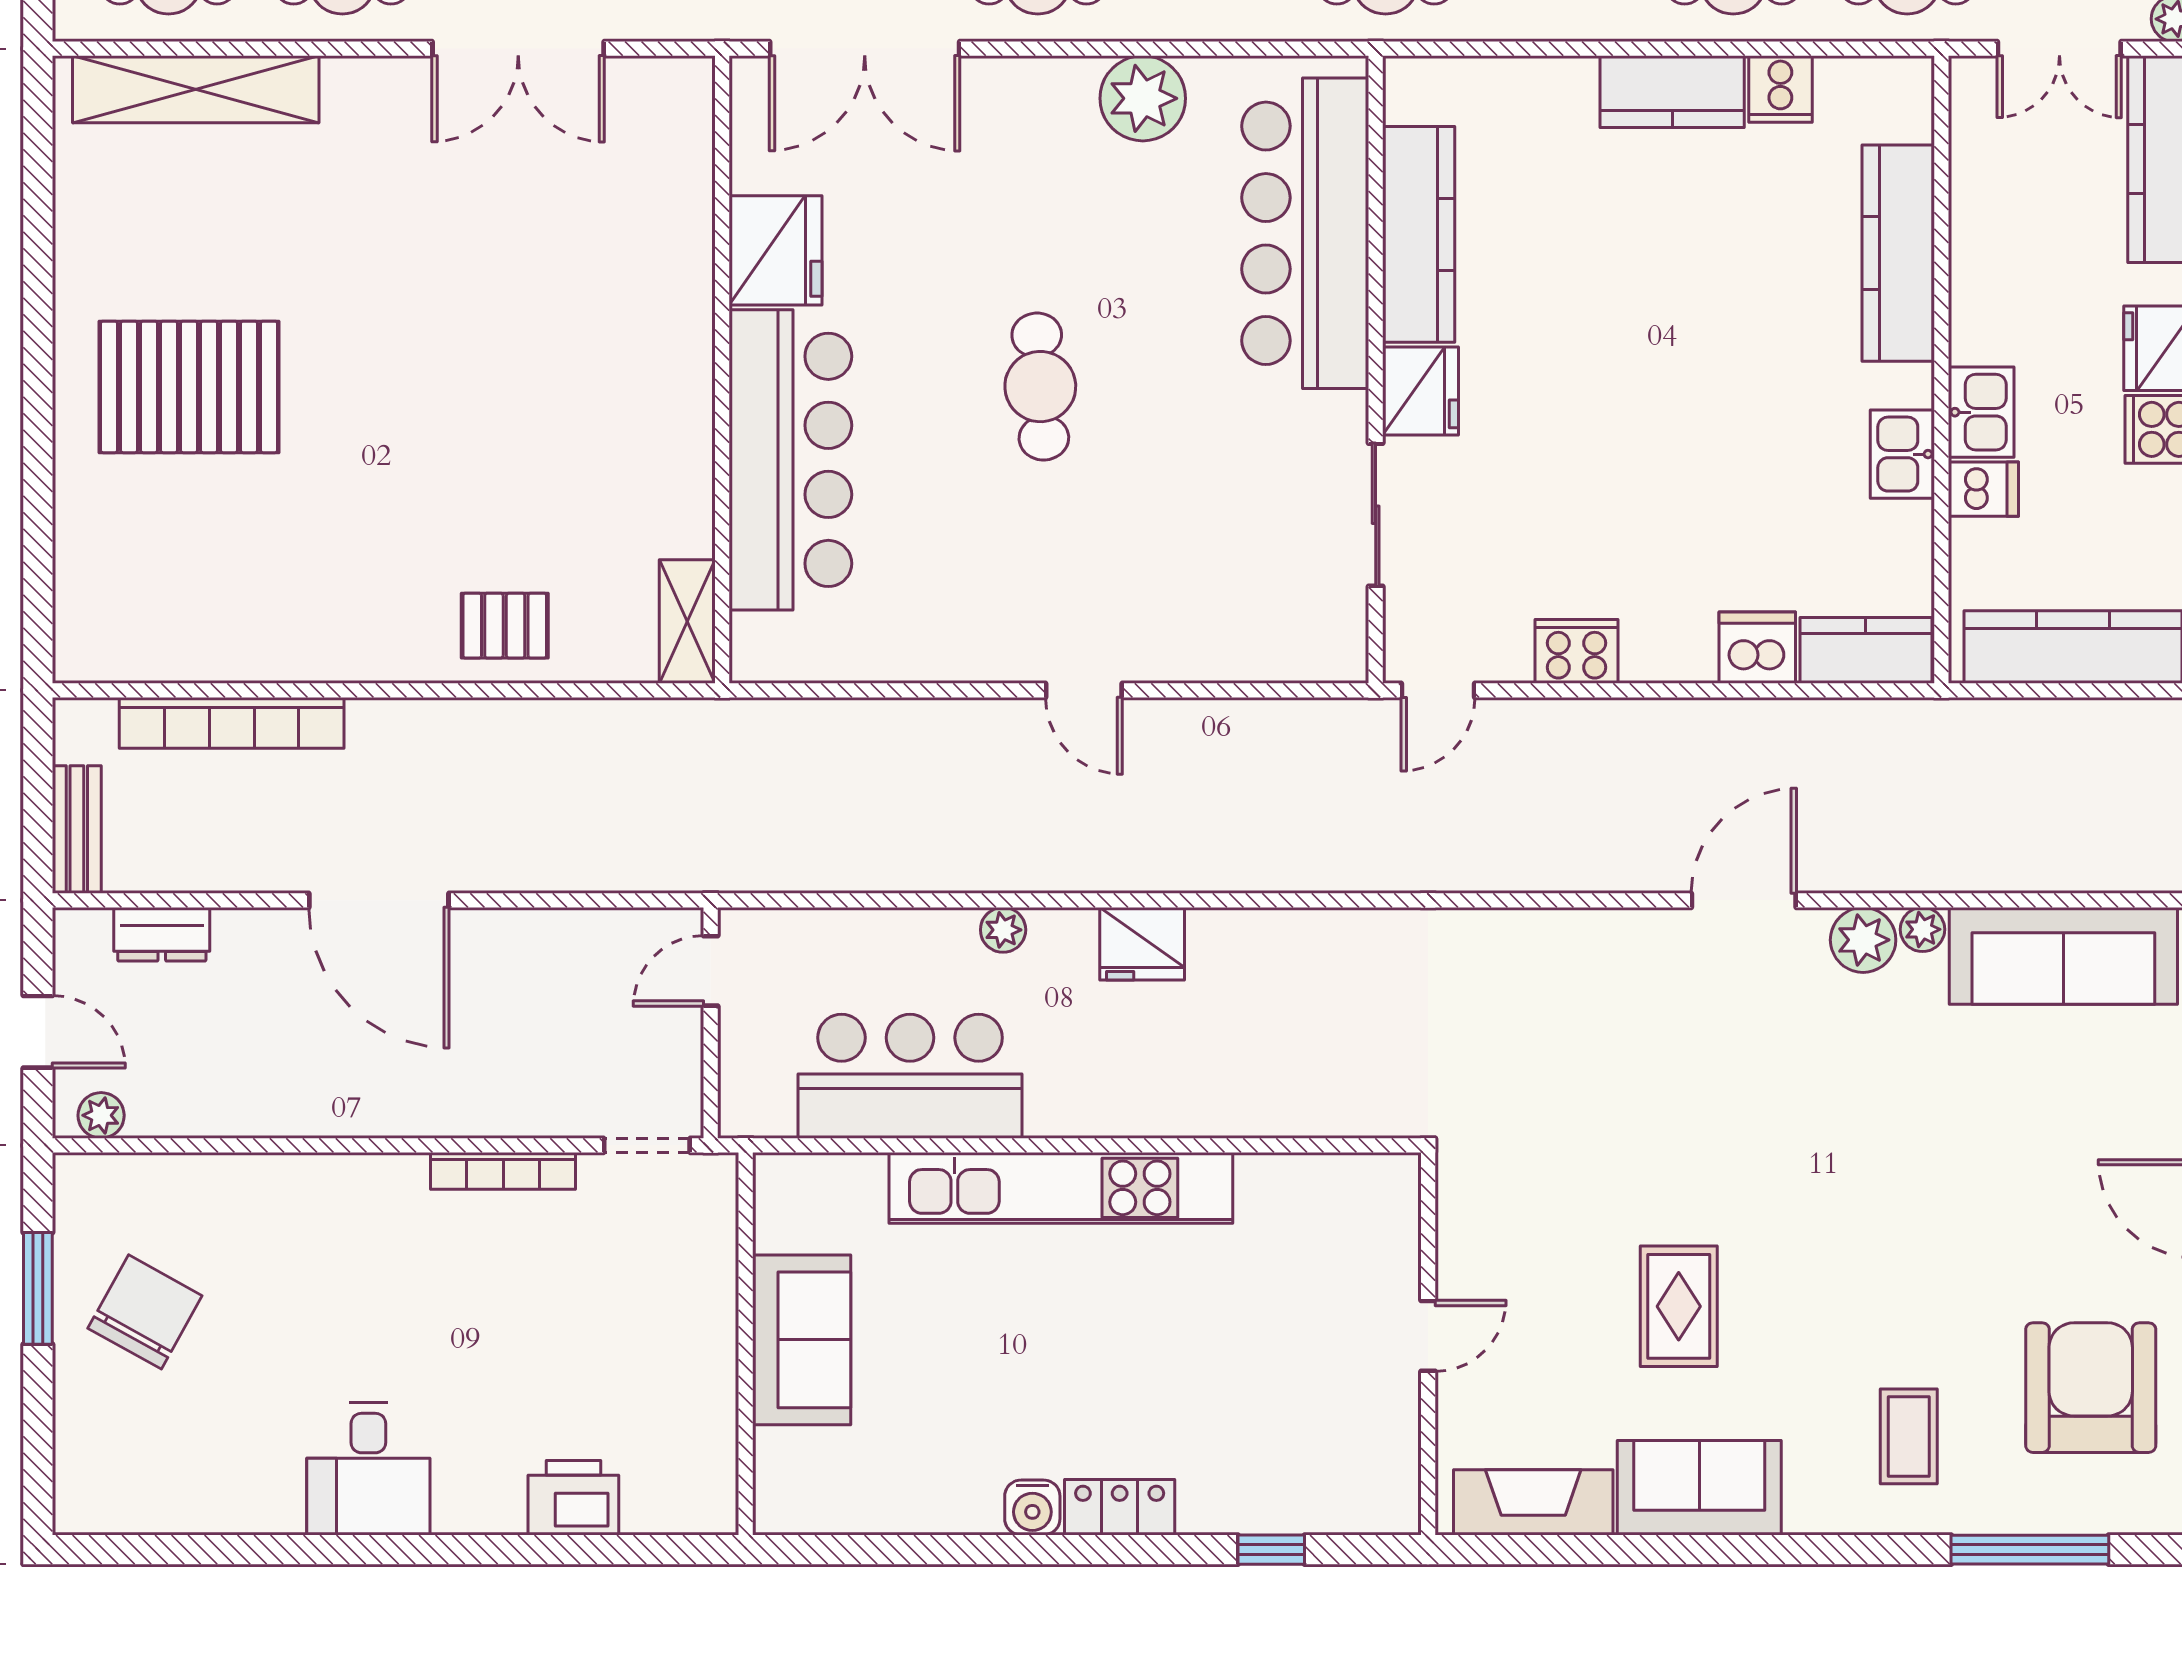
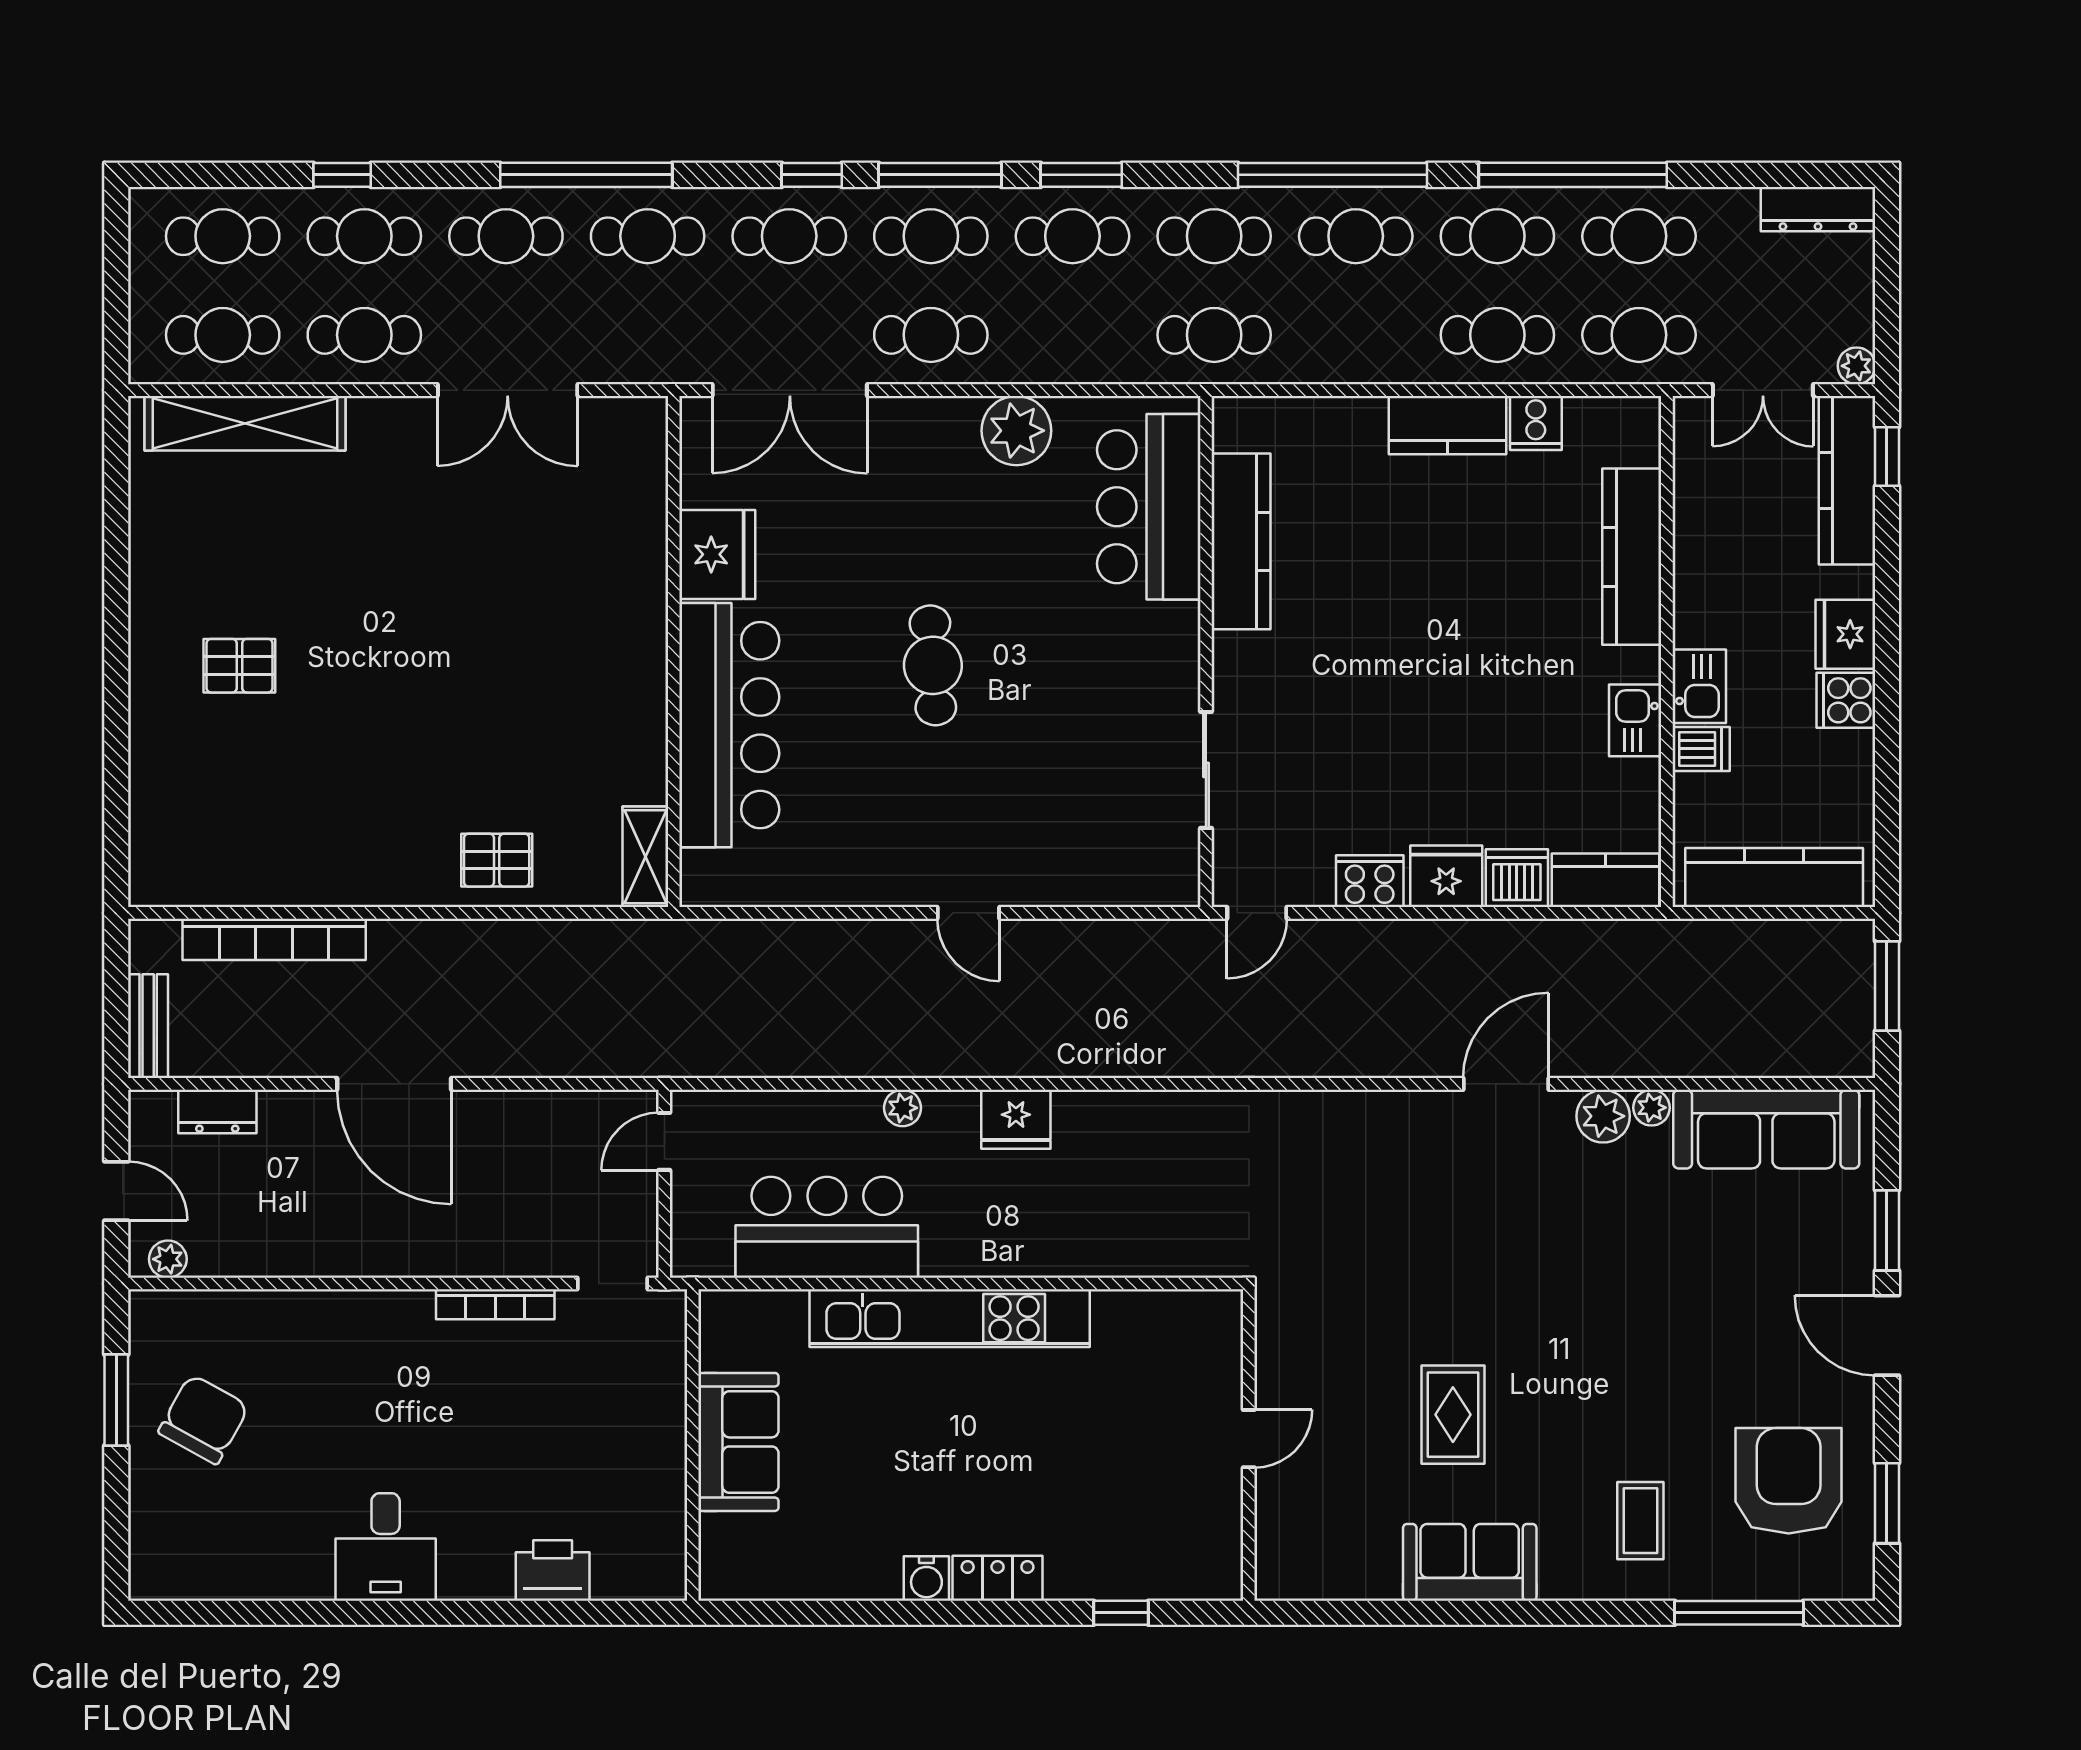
bar counter: (1305, 233) -> (1149, 507), width x0.73
pallet: (189, 387) -> (239, 666), width x0.49, depth x0.50
fridge: (1420, 391) -> (1446, 876), moved, turned -90
fireplace: (1533, 1502) -> (1334, 1574), removed

